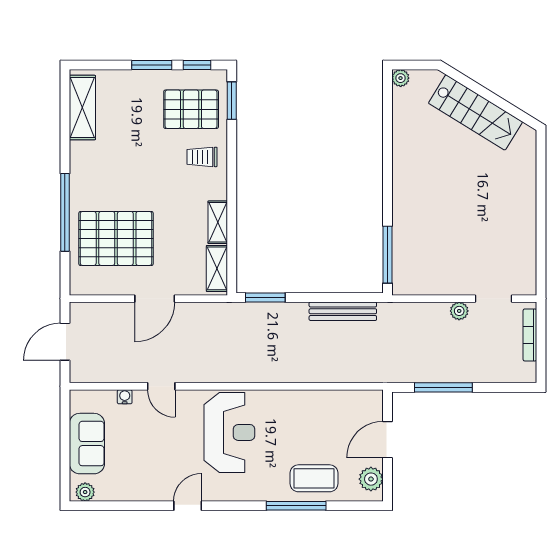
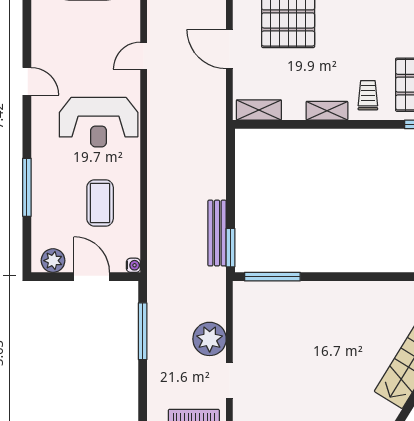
shelving: (218, 222) -> (327, 111), moved
window: (265, 297) -> (231, 248), moved
plant: (459, 311) -> (210, 339), width x1.88, depth x1.88
water cooler: (125, 397) -> (133, 265), moved
coffee table: (314, 478) -> (100, 203), moved

